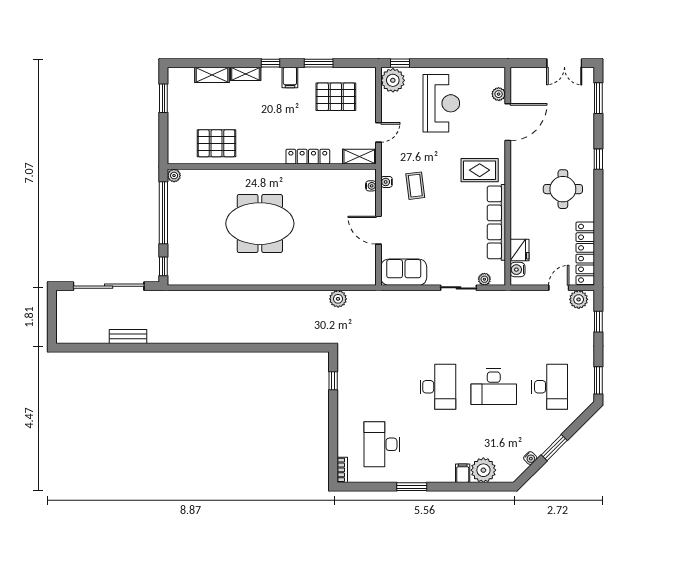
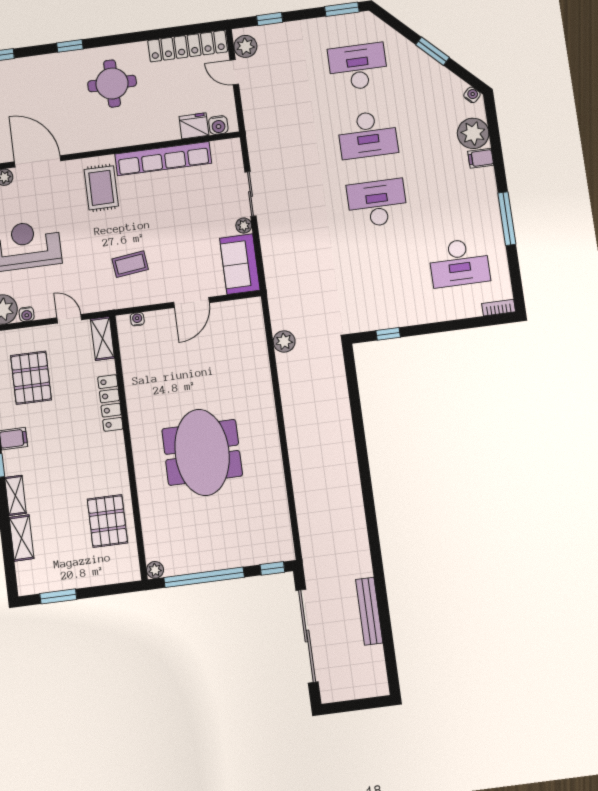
water cooler: (387, 182) -> (27, 314), moved
plant: (484, 279) -> (244, 226), moved
bench: (128, 336) -> (369, 611), width x1.36
desk: (494, 387) -> (368, 135), turned 90
water cooler: (530, 458) -> (472, 95), moved
window: (412, 487) -> (507, 219), width x1.44

